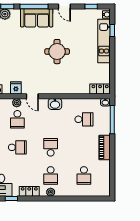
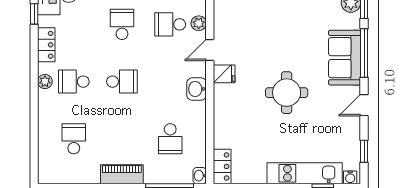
fridge: (16, 88) -> (224, 74), moved
school desk: (17, 147) -> (122, 24), turned 180
school desk: (84, 175) -> (74, 139), turned 90

